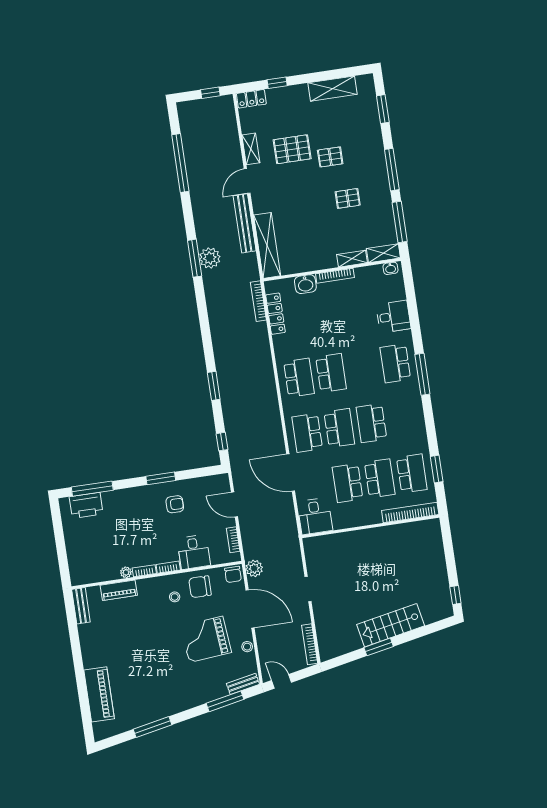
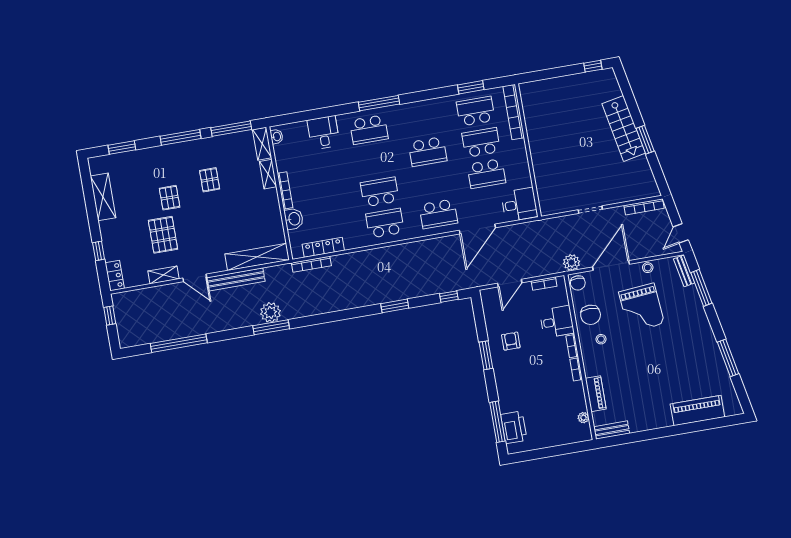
school desk: (339, 428) -> (433, 183), removed
plant: (126, 572) -> (583, 418), moved
chair: (233, 574) -> (578, 283), turned 90

